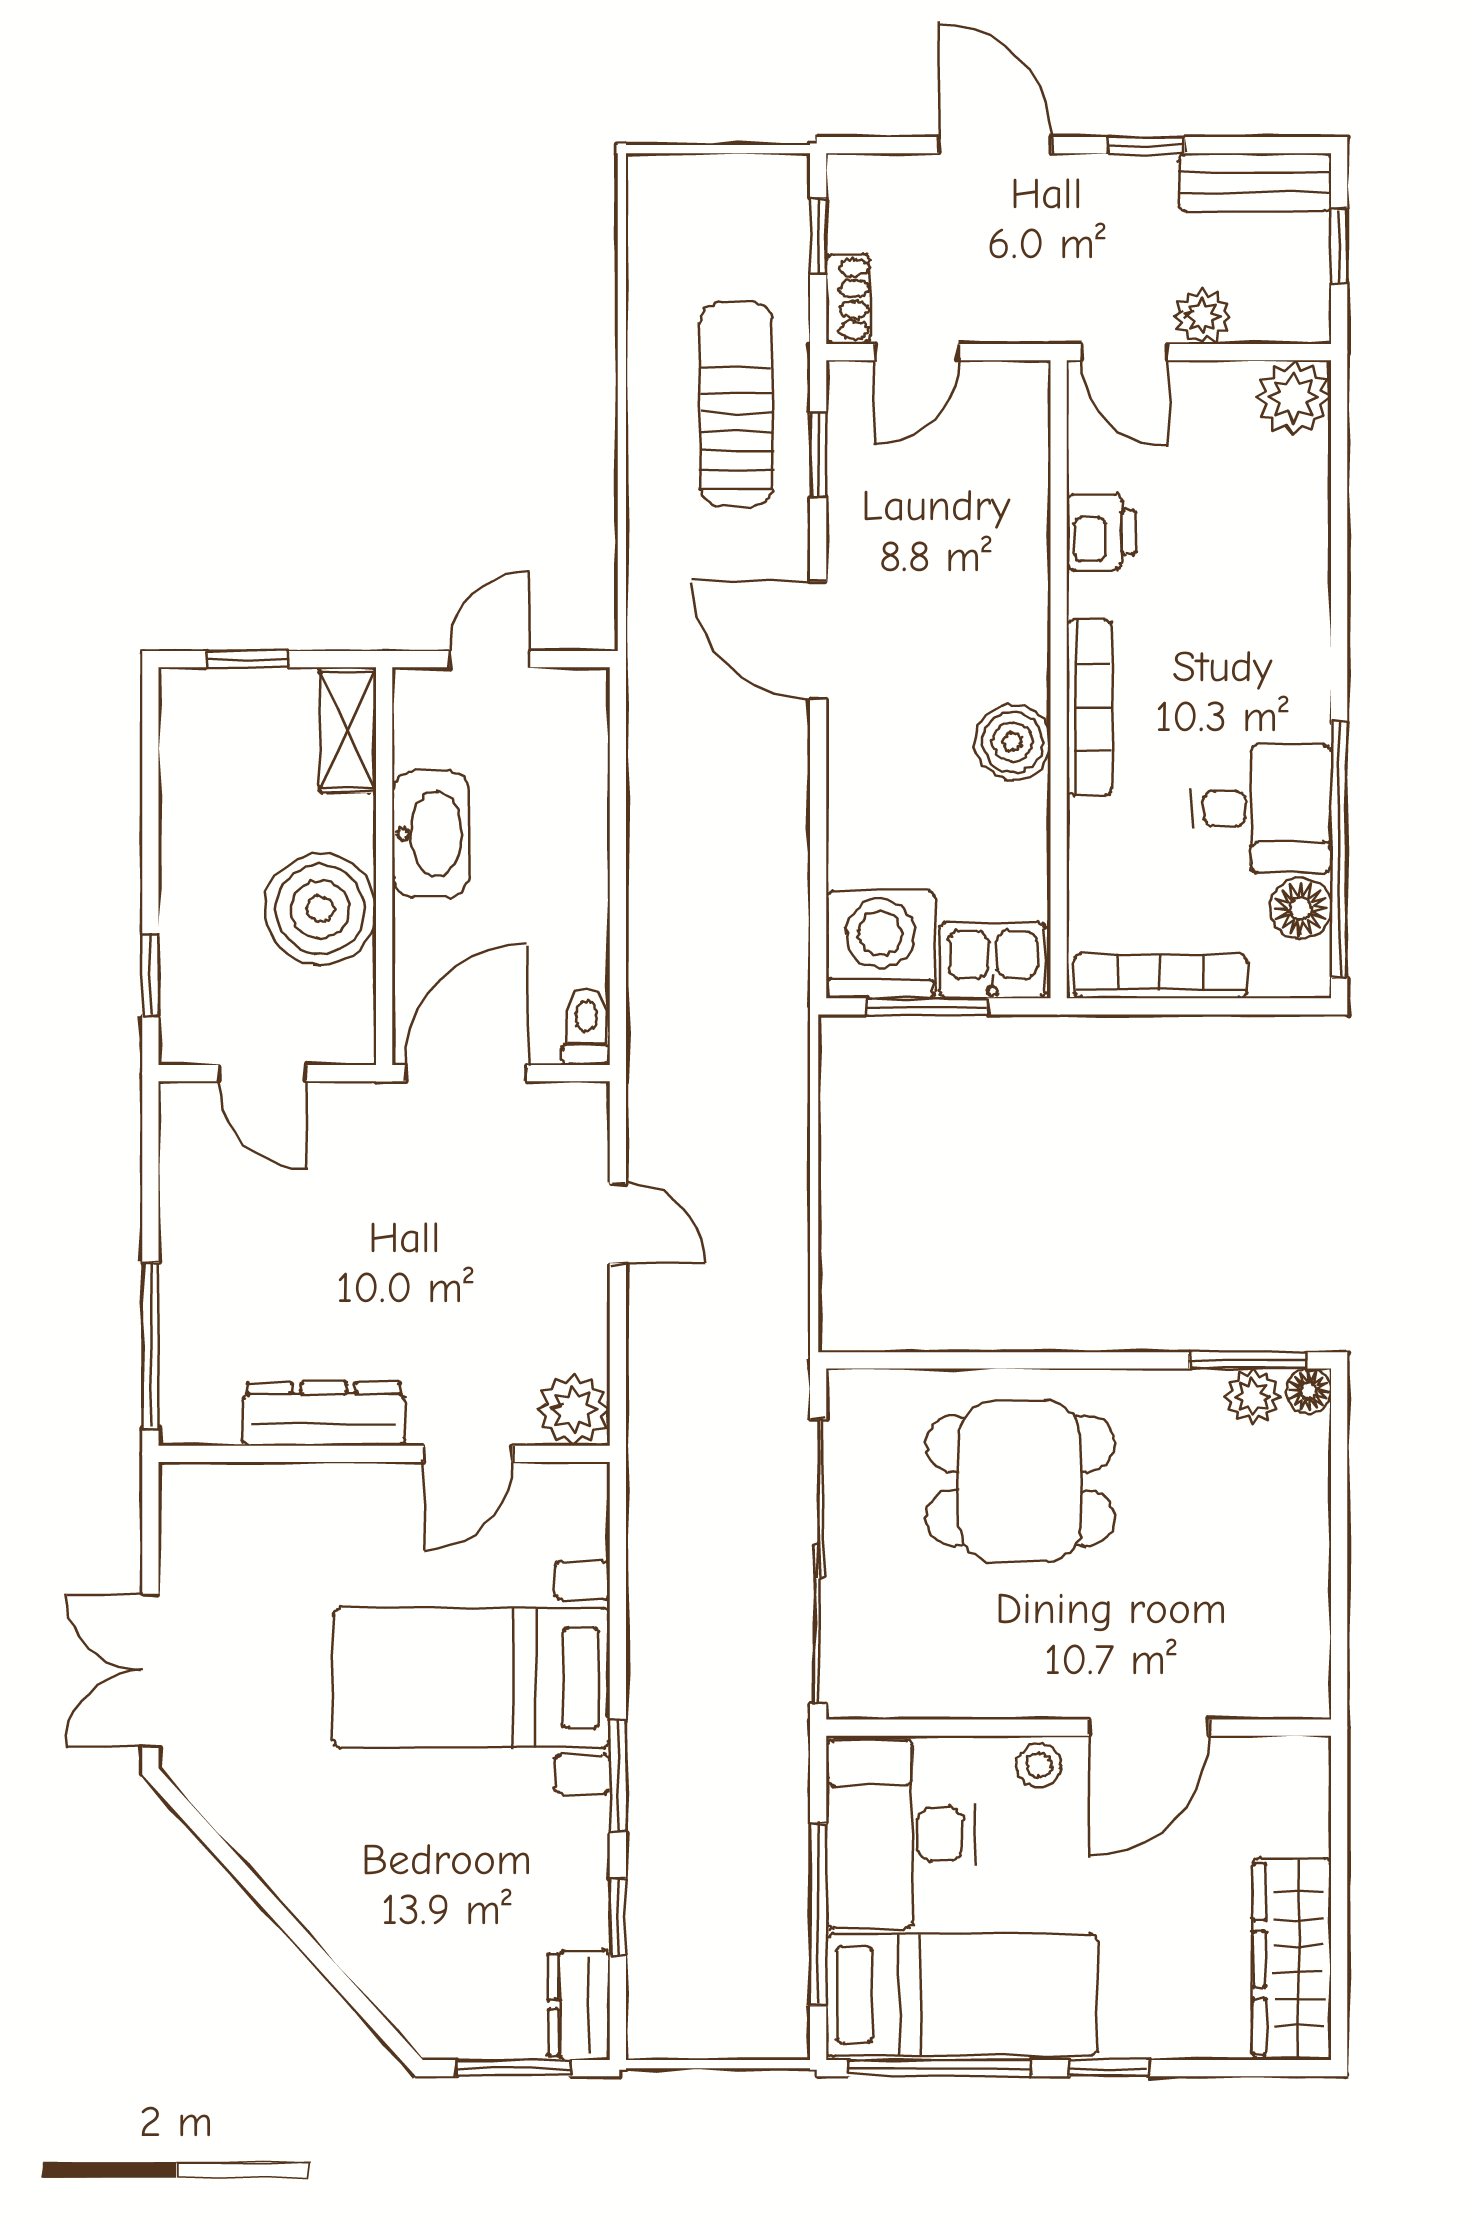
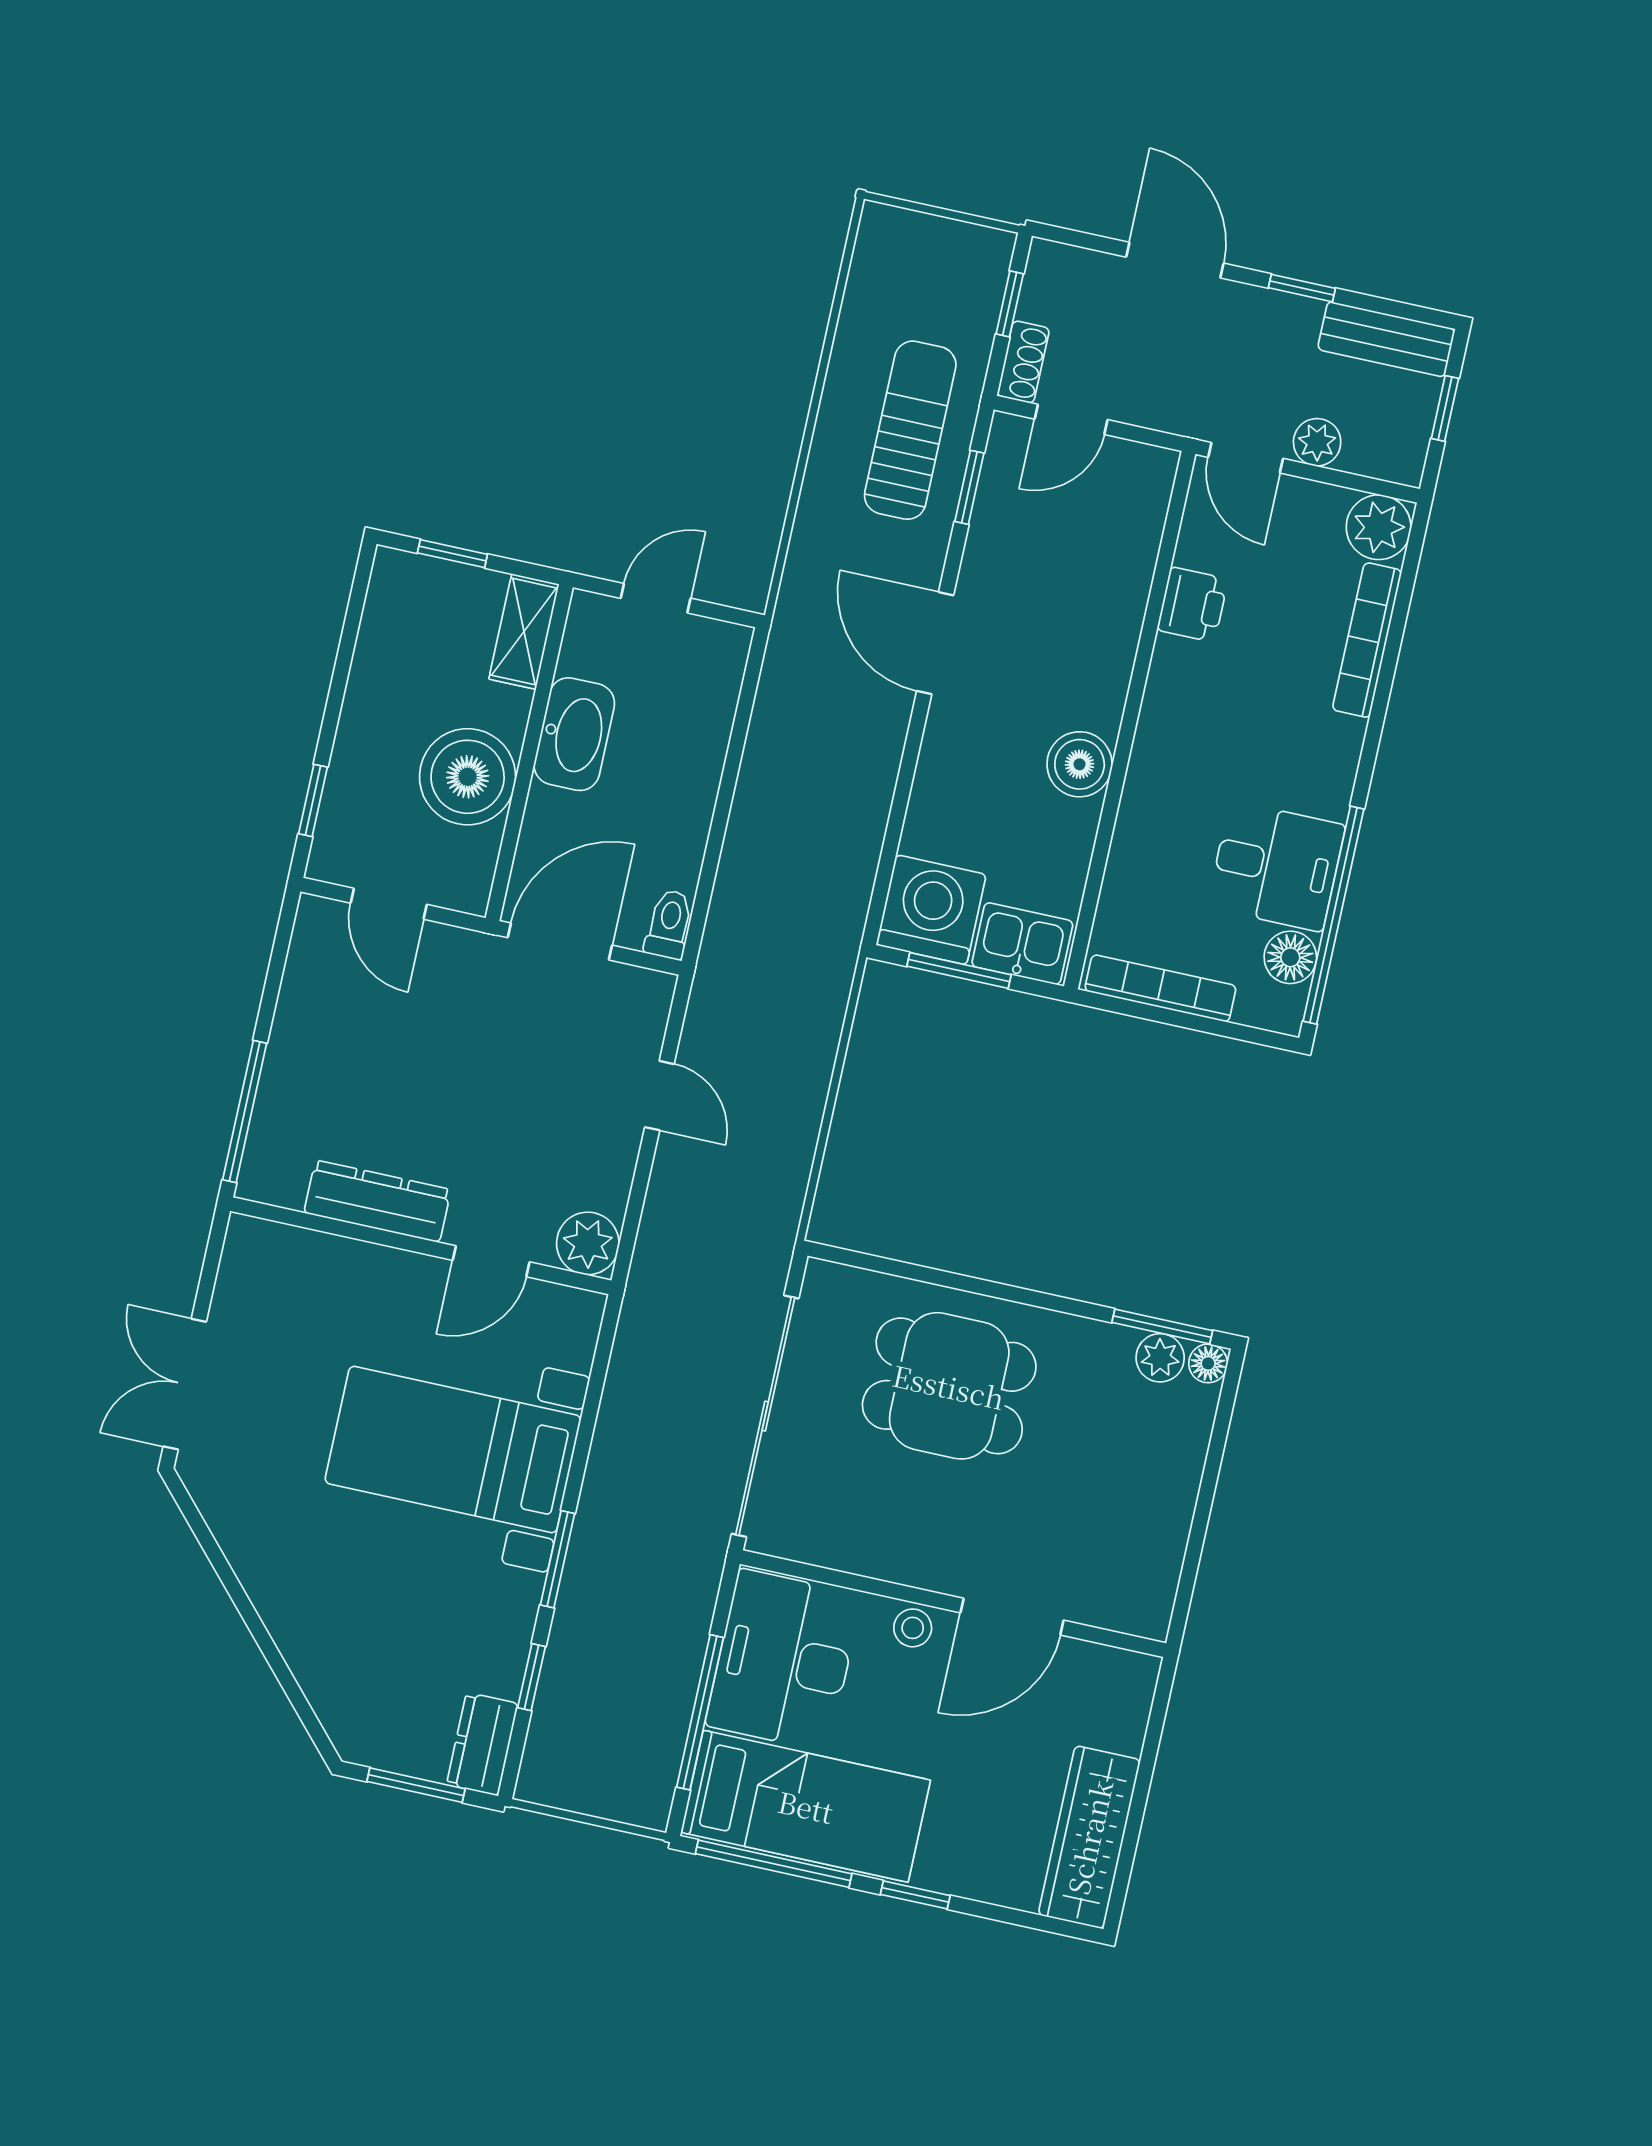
bookcase: (1089, 707) -> (1367, 640), moved, turned 180

